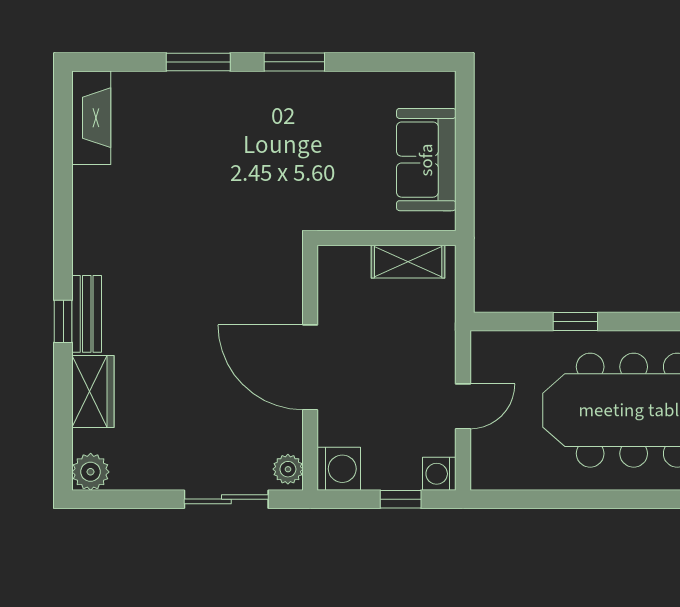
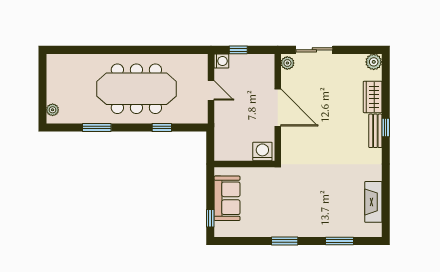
window: (198, 62) -> (340, 241), moved
window: (465, 114) -> (210, 218), added
fireplace: (91, 118) -> (373, 202), moved
shelving: (408, 262) -> (235, 154), removed
door: (463, 406) -> (211, 90), swing flipped
washing machine: (339, 469) -> (262, 151), moved, turned 90

